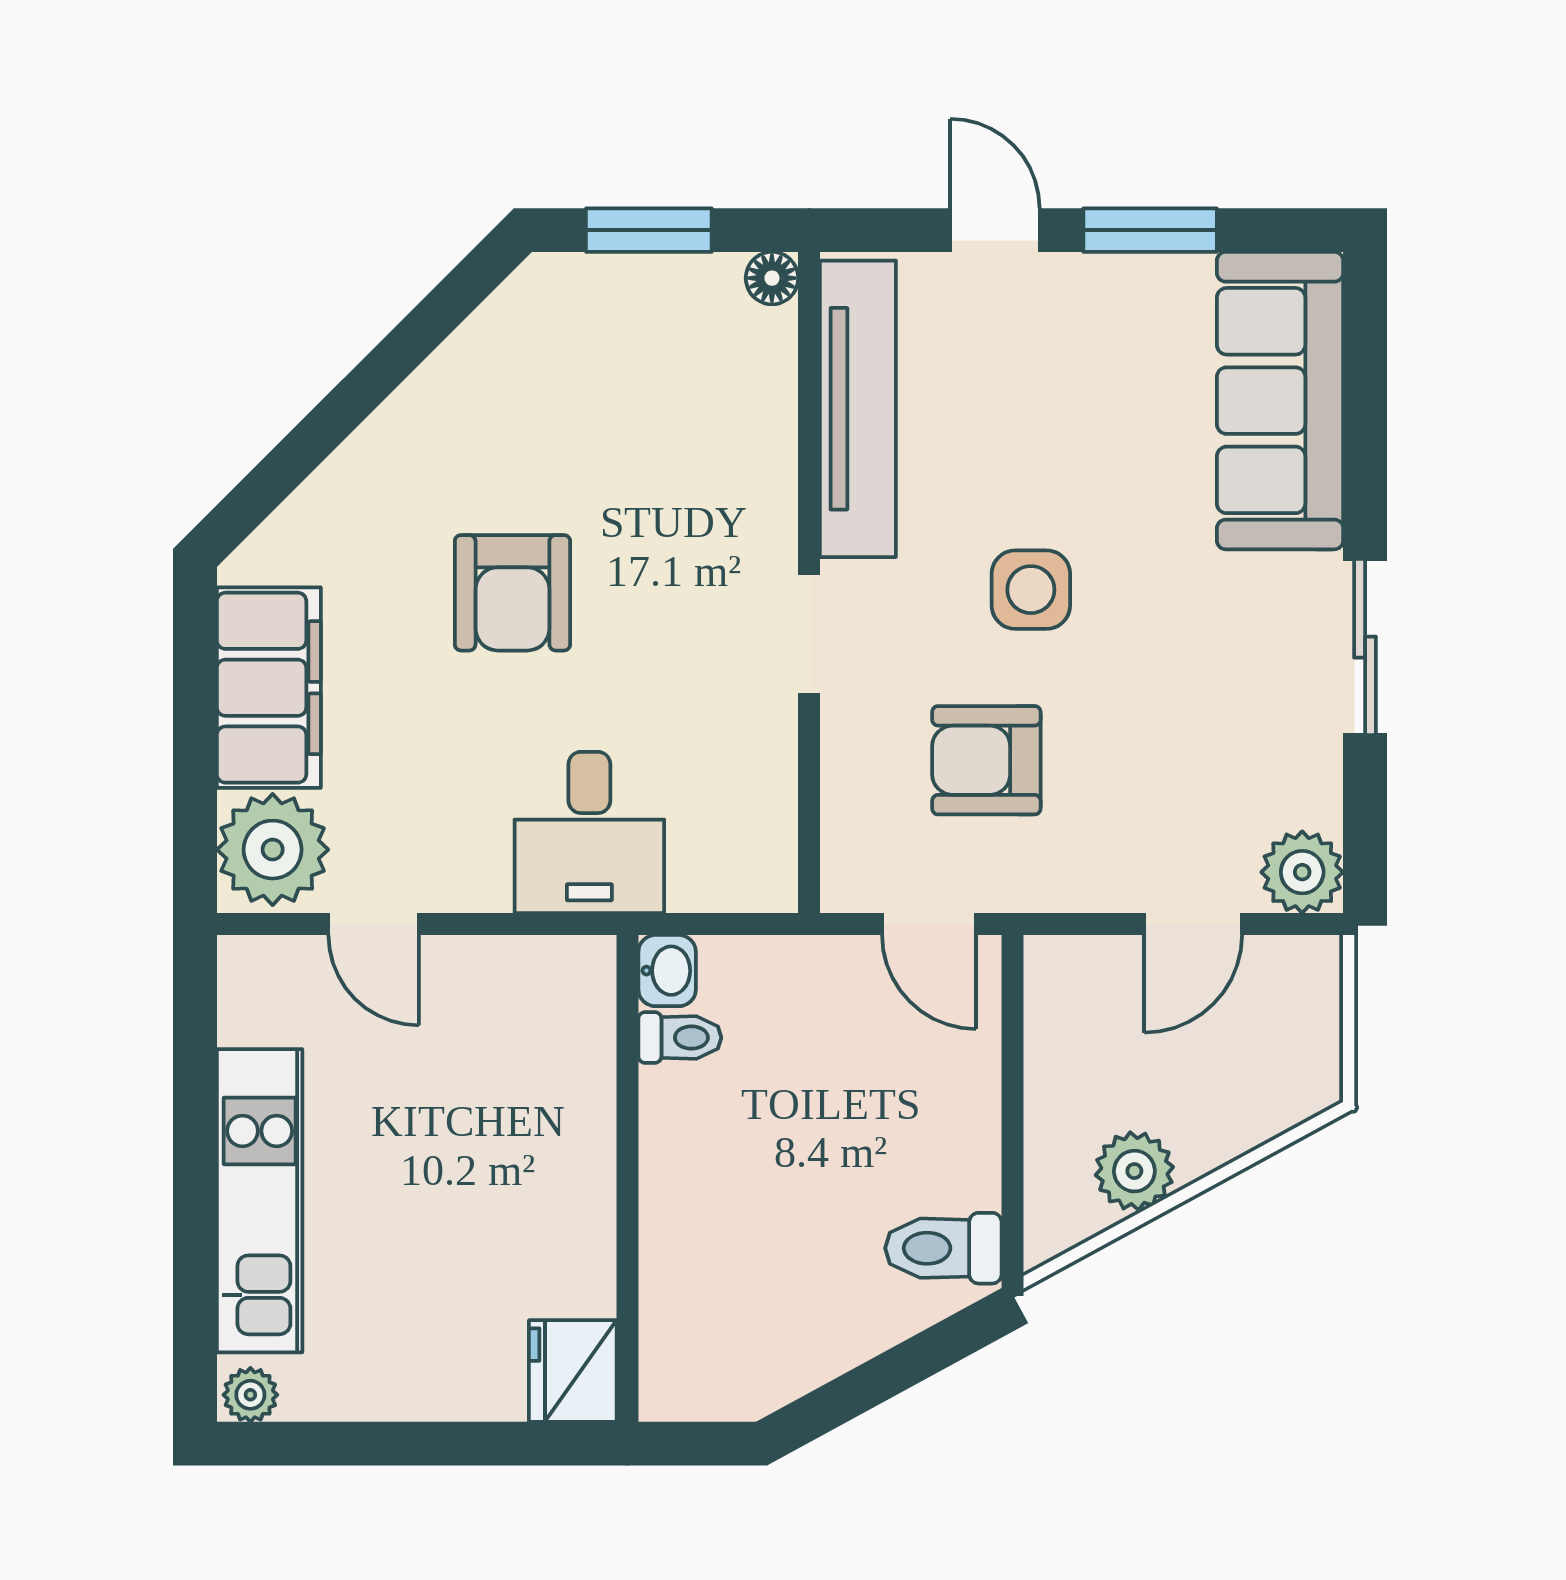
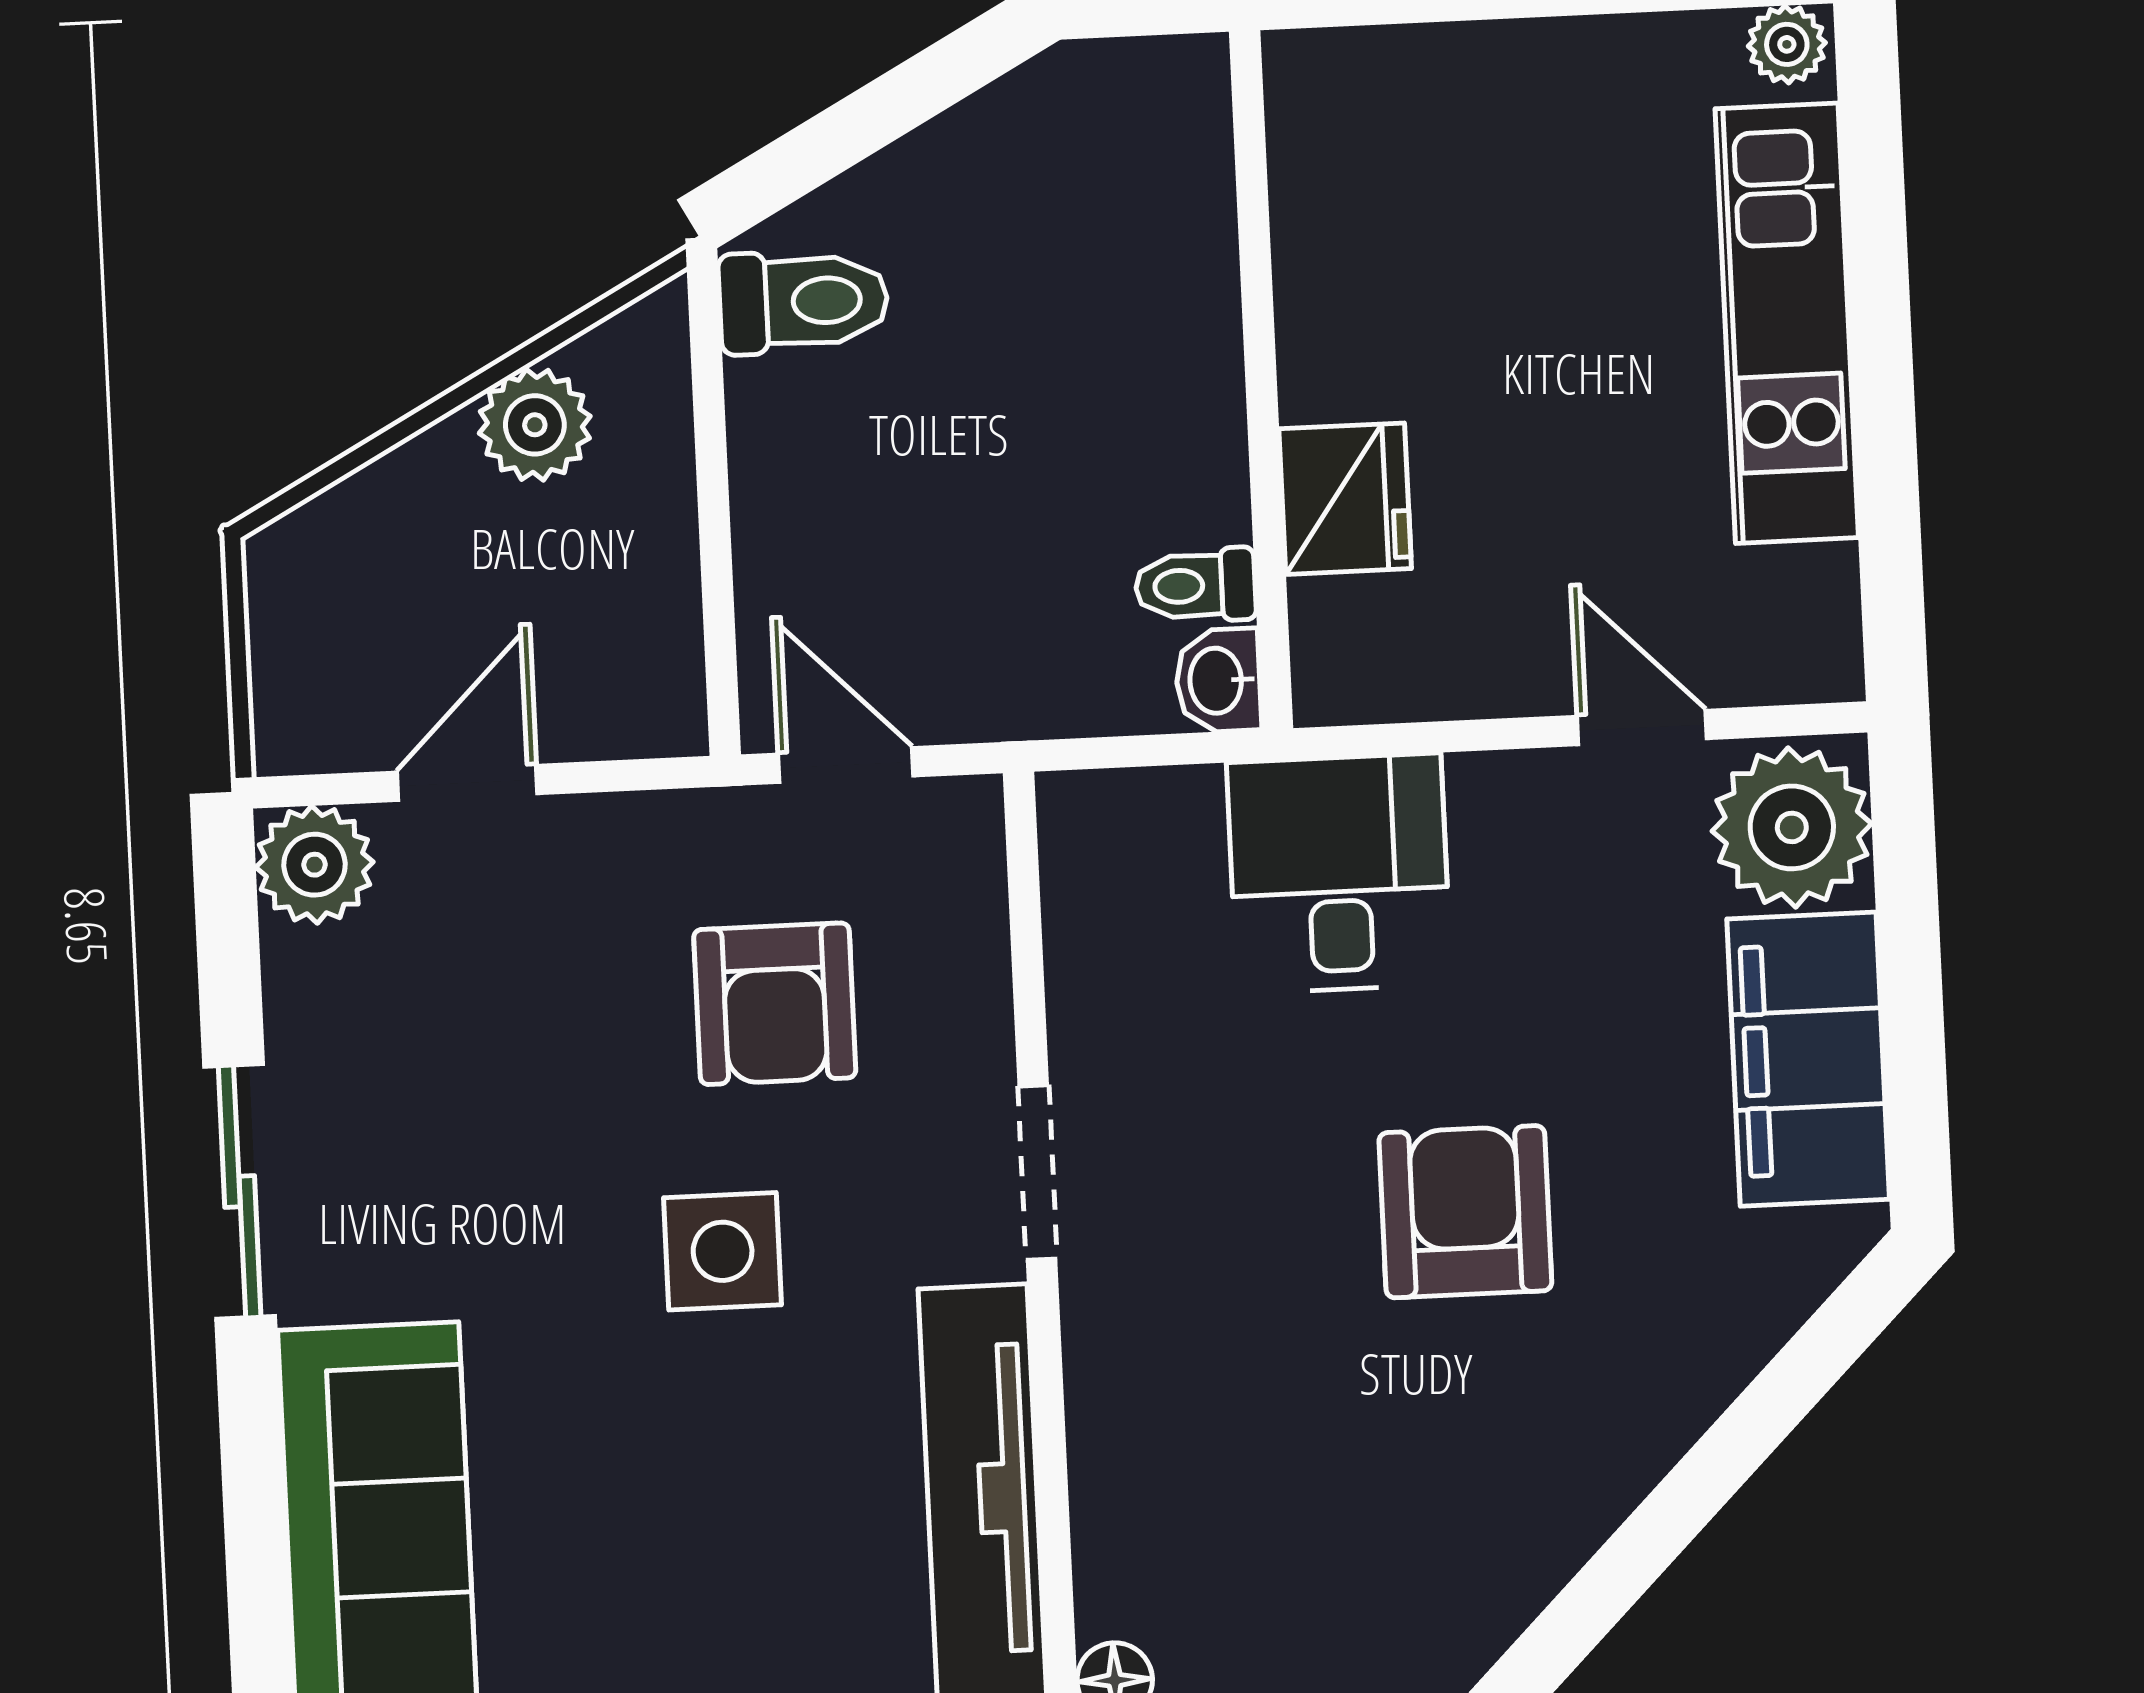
armchair: (986, 760) -> (775, 1004), turned 90
fridge: (573, 1371) -> (1345, 499), moved

